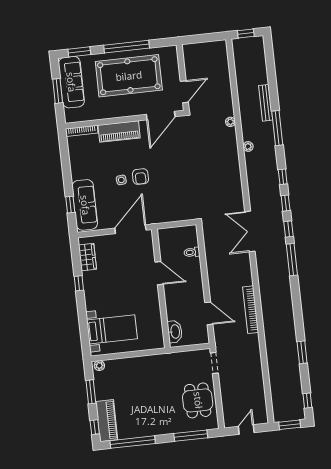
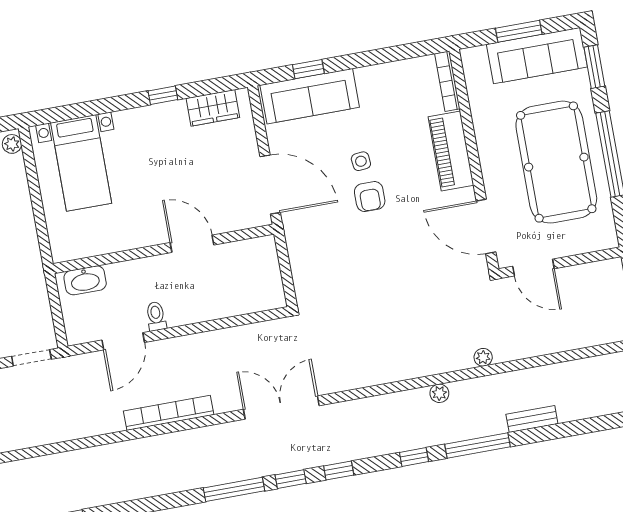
bench: (266, 103) -> (532, 419), width x0.73
armchair: (140, 177) -> (370, 197), turned -90
window: (283, 177) -> (414, 457), moved
toilet: (192, 252) -> (156, 316), moved
door: (159, 273) -> (192, 244), swing flipped
bookcase: (251, 310) -> (169, 413), moved

